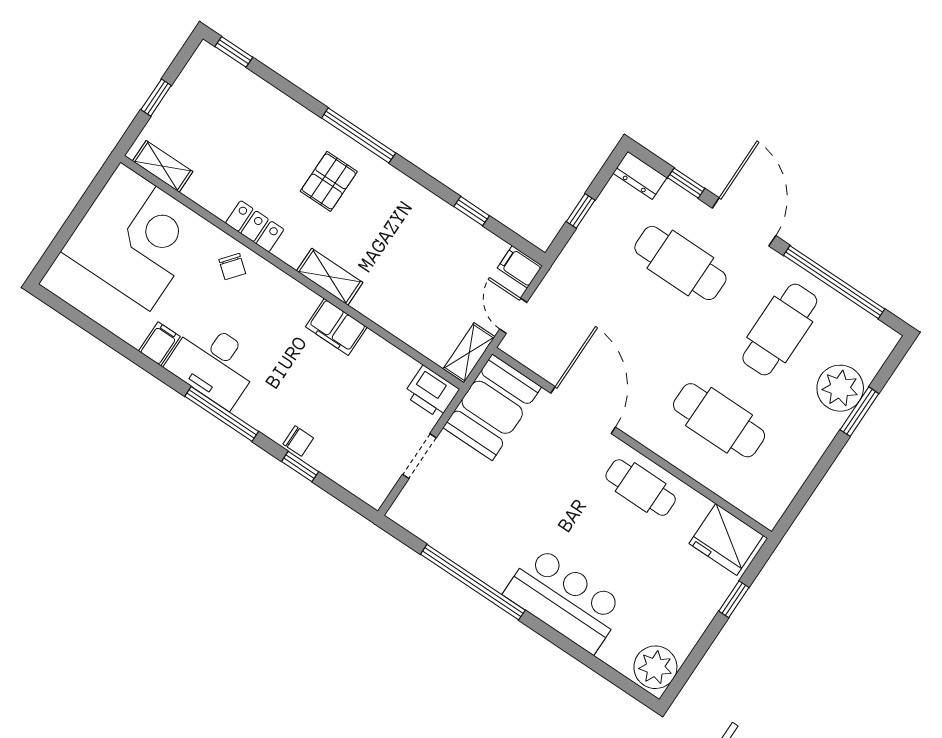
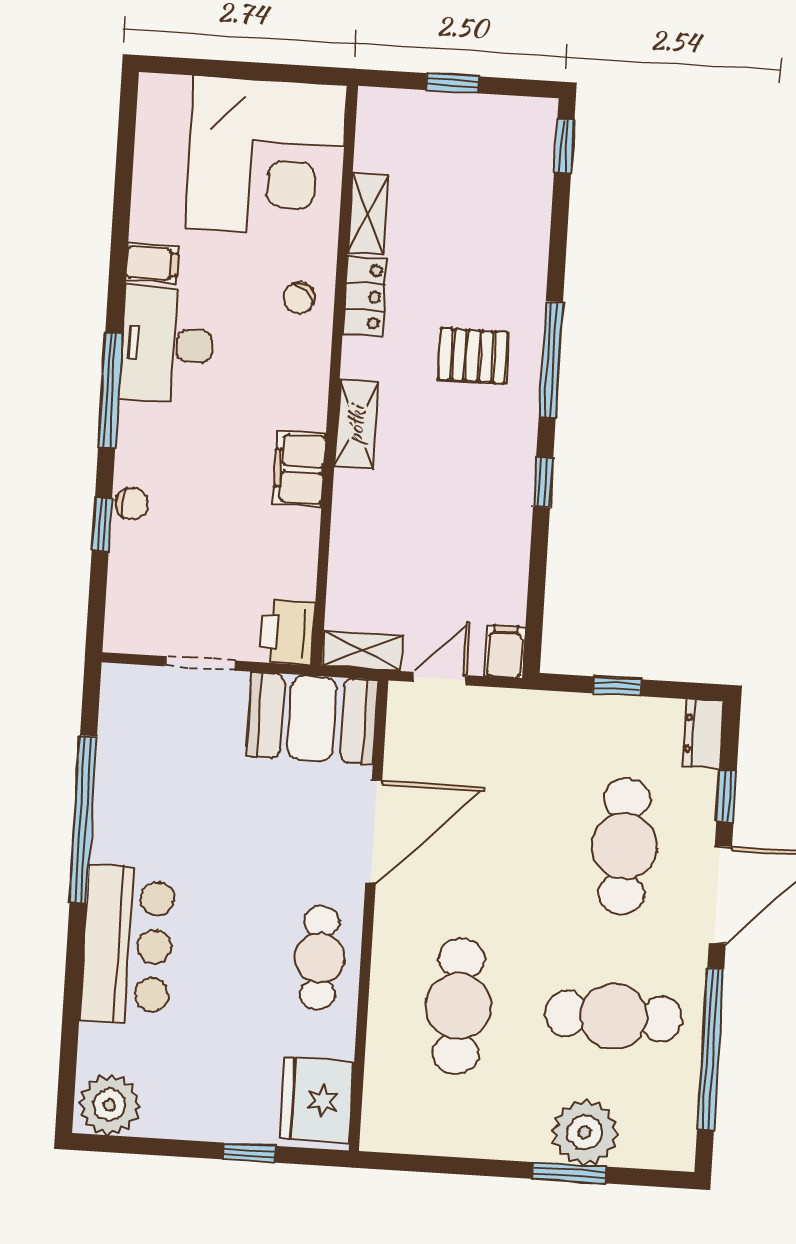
shelving: (163, 166) -> (368, 214), moved
window: (472, 211) -> (543, 483), moved
chair: (298, 441) -> (132, 504), turned -90

